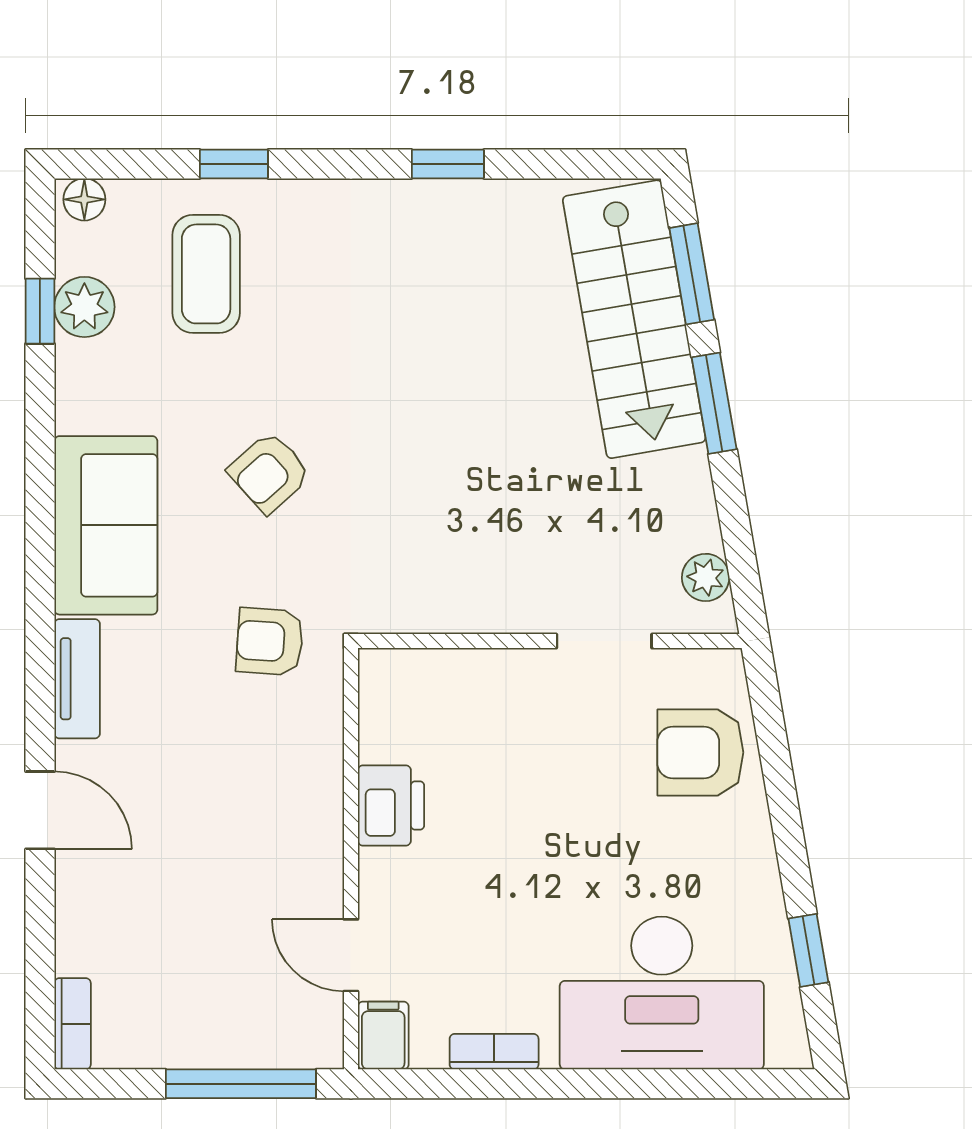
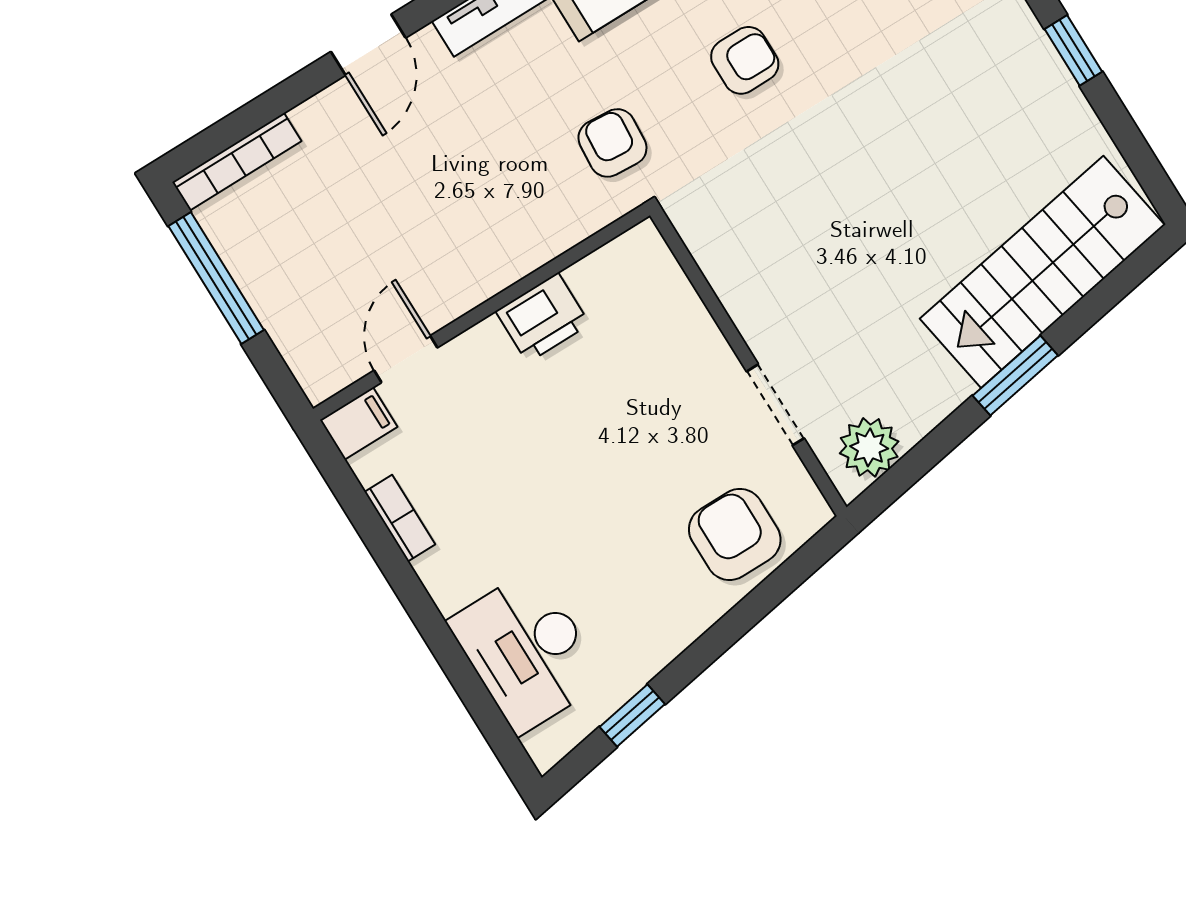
window: (692, 274) -> (1106, 295), removed
armchair: (269, 472) -> (745, 60), turned 132
plant: (706, 577) -> (869, 447), width x1.38, depth x1.38
desk: (662, 993) -> (527, 651), width x0.73, depth x0.77
bookcase: (73, 1024) -> (237, 162), width x1.56
window: (241, 1084) -> (216, 278), moved

